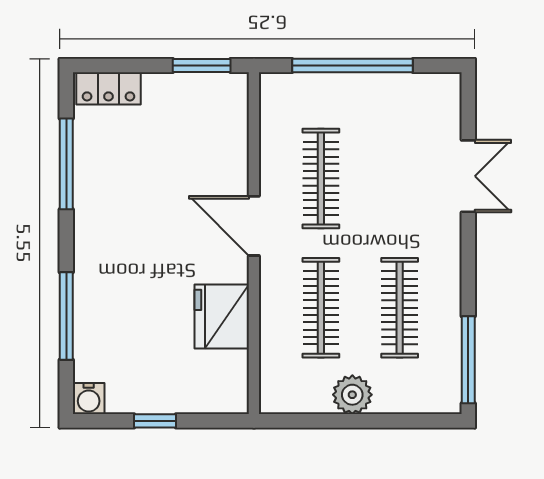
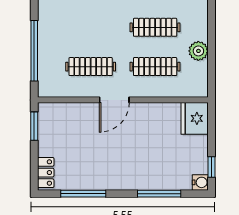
fridge: (222, 317) -> (195, 118), moved, turned 90
window: (155, 421) -> (211, 167), moved

